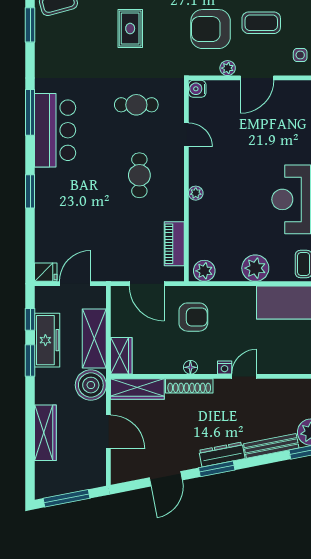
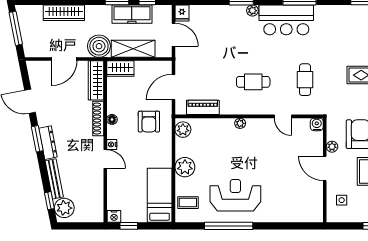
door: (186, 135) -> (283, 116), hinge flipped
plant: (42, 176) -> (252, 11), added

